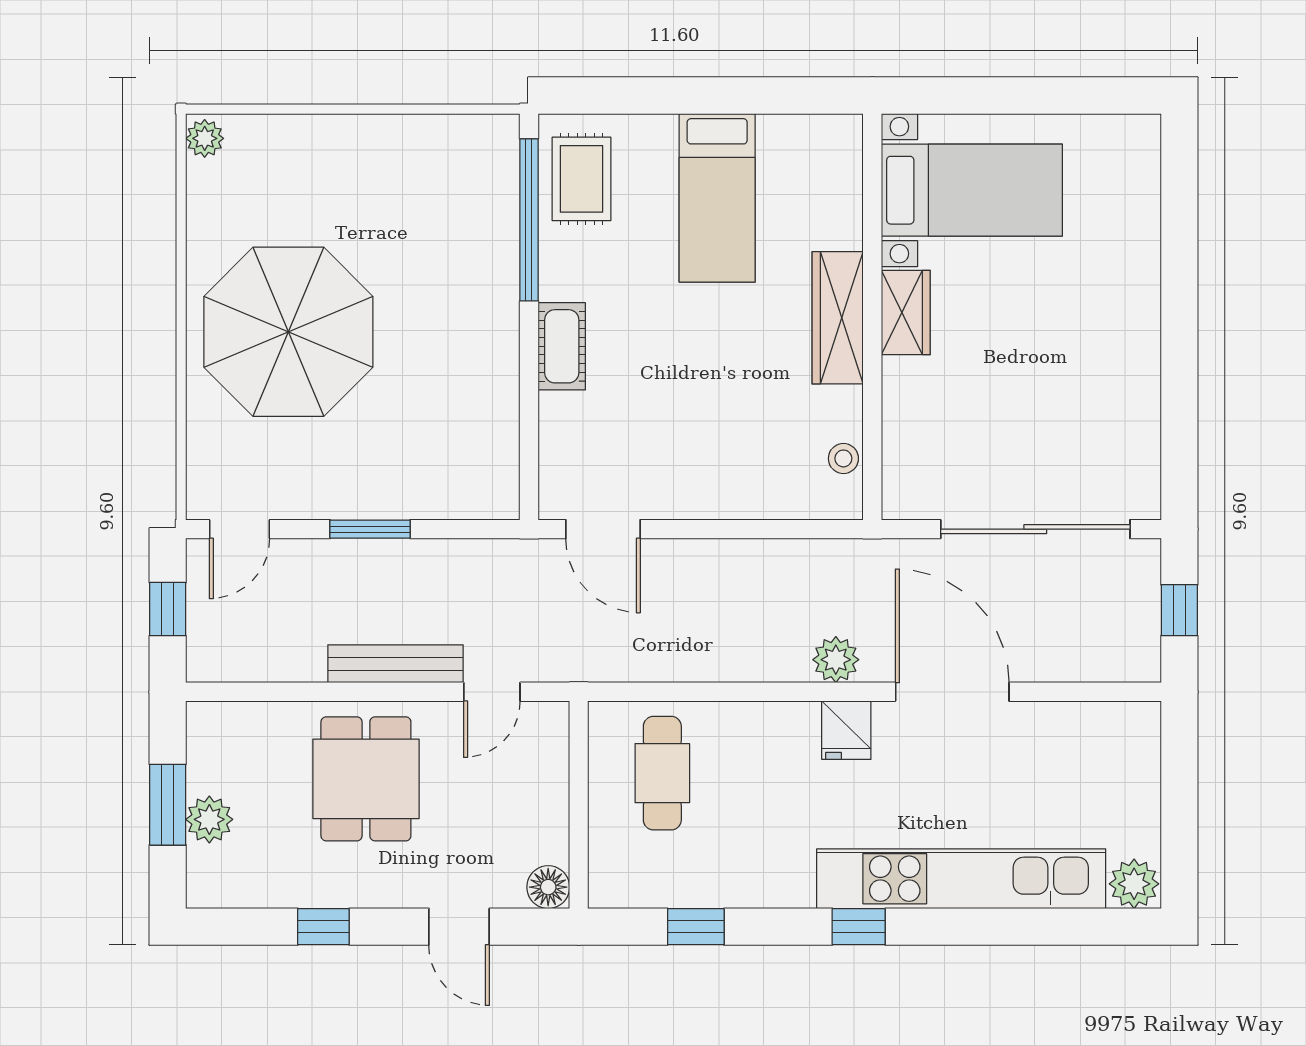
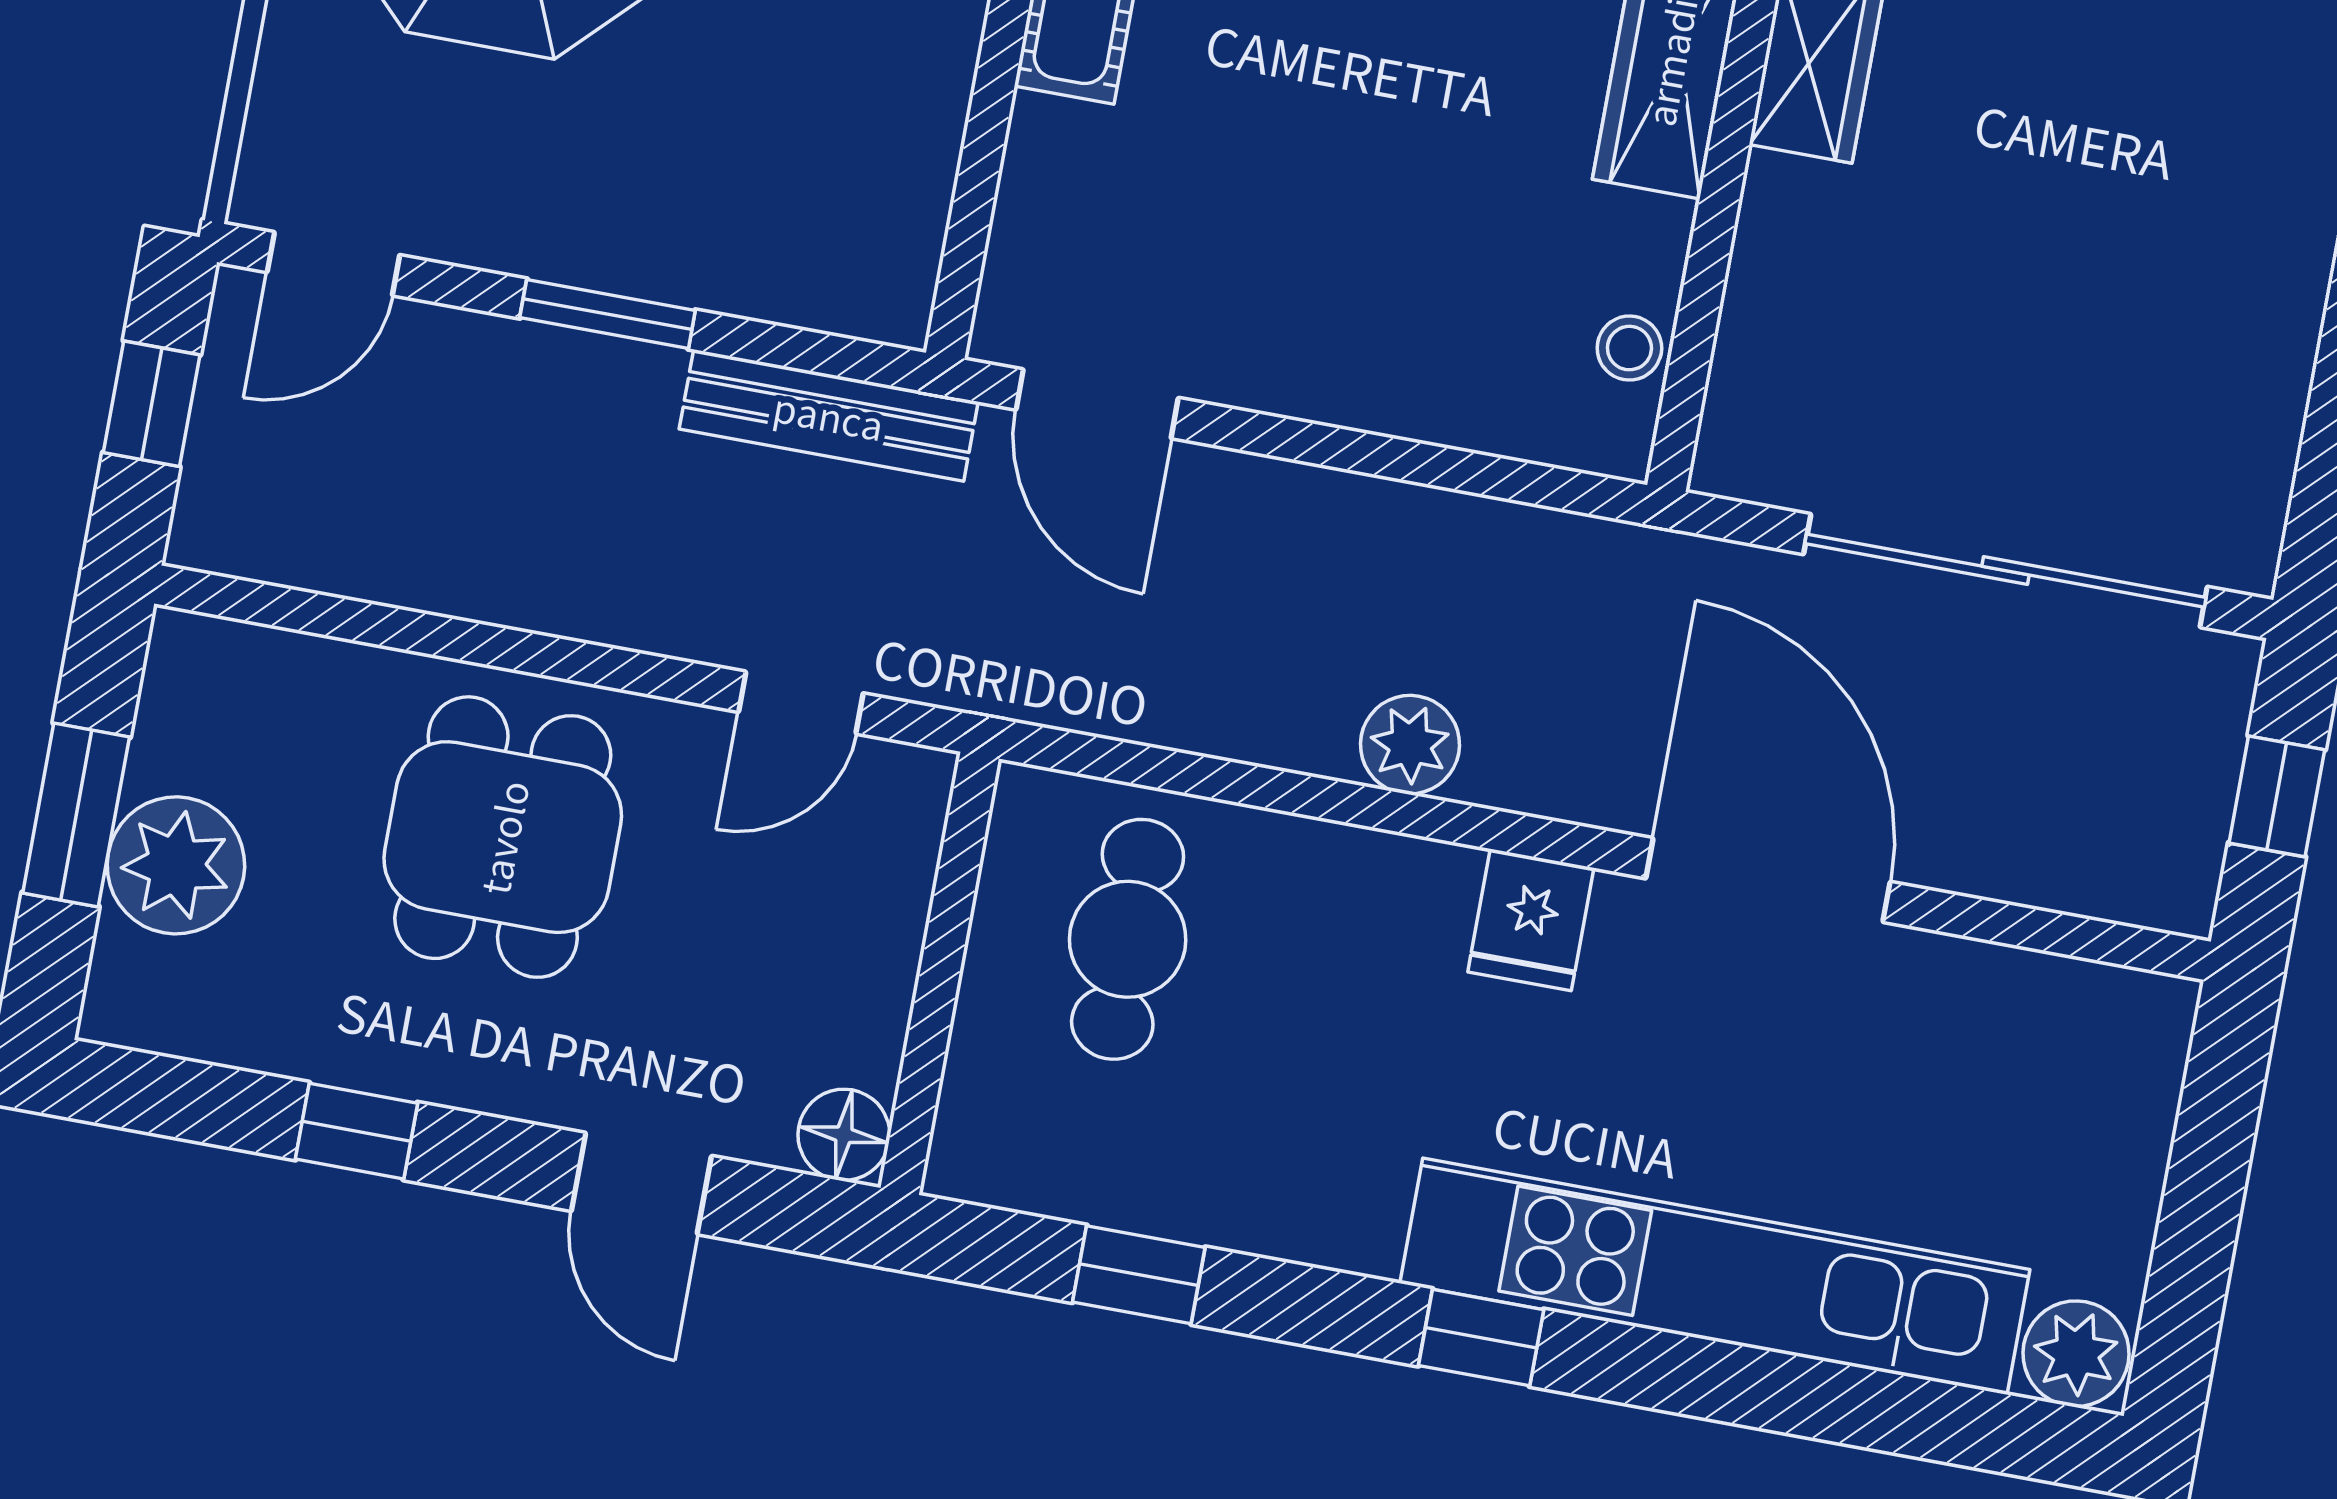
plant: (836, 660) -> (1410, 745), moved
bench: (396, 664) -> (829, 415), moved
plant: (209, 819) -> (176, 865), width x1.36, depth x1.36

